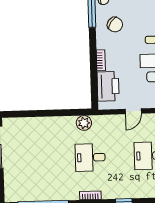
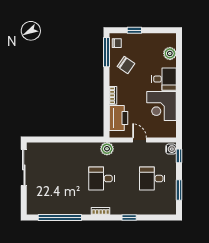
door: (133, 111) -> (140, 140), swing flipped
plant: (84, 123) -> (107, 149), moved

